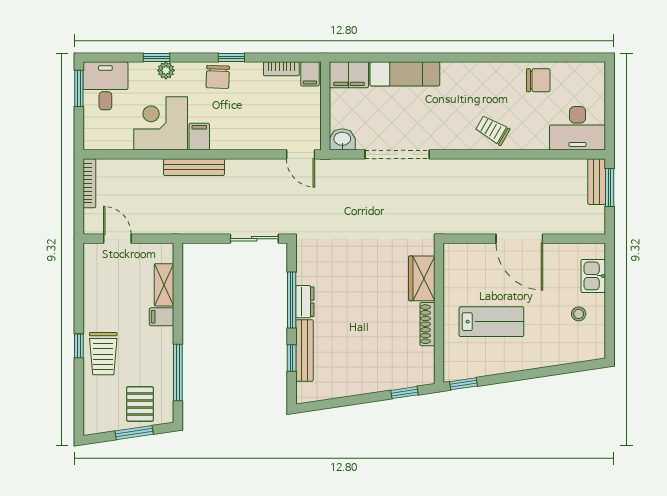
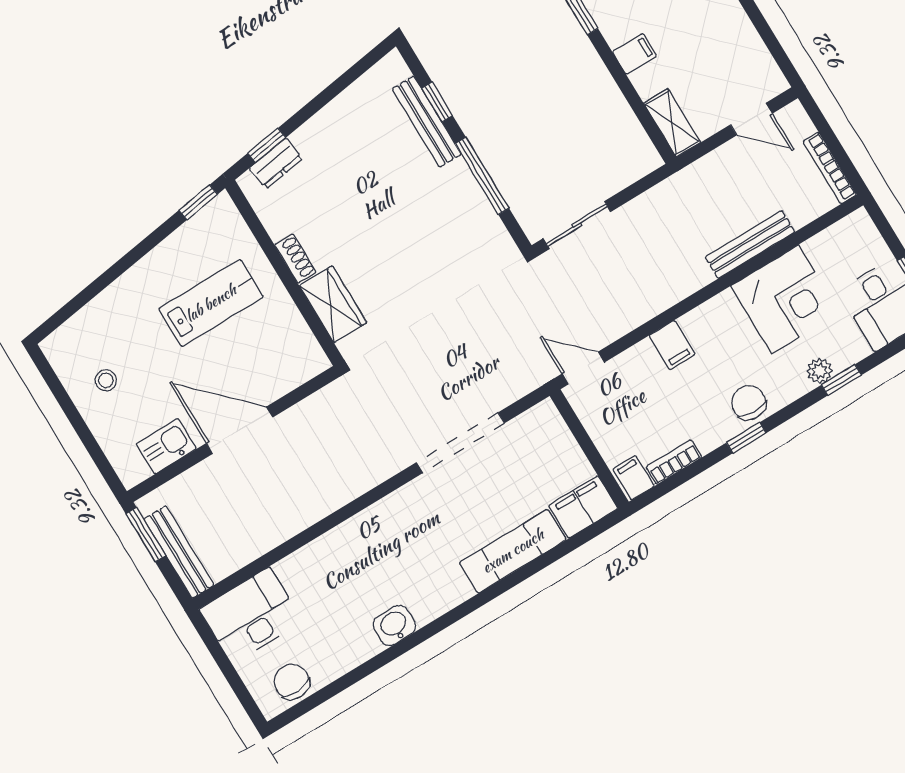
chair: (538, 80) -> (292, 682), moved, turned 86
trolley: (493, 130) -> (358, 548), removed
filing cabinet: (199, 137) -> (672, 345), moved
washbasin: (342, 139) -> (394, 625), moved, turned 180
bench: (194, 167) -> (750, 245), moved
bench: (597, 182) -> (179, 552), width x1.36
window: (610, 187) -> (146, 535), moved
kitchen sink: (593, 276) -> (166, 446), moved, turned -90
shelving: (164, 285) -> (672, 123), moved
dresser: (305, 302) -> (276, 163), moved, turned -98
lab bench: (491, 322) -> (211, 303), turned 180
shoe rack: (427, 324) -> (295, 258), width x0.70

